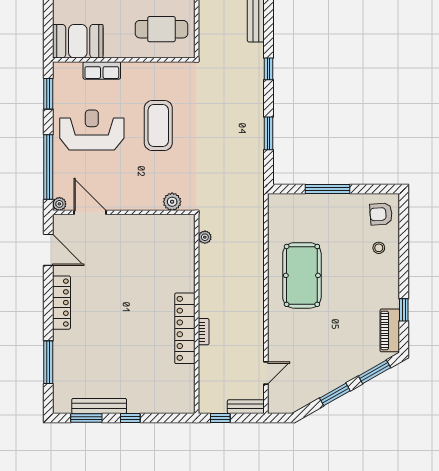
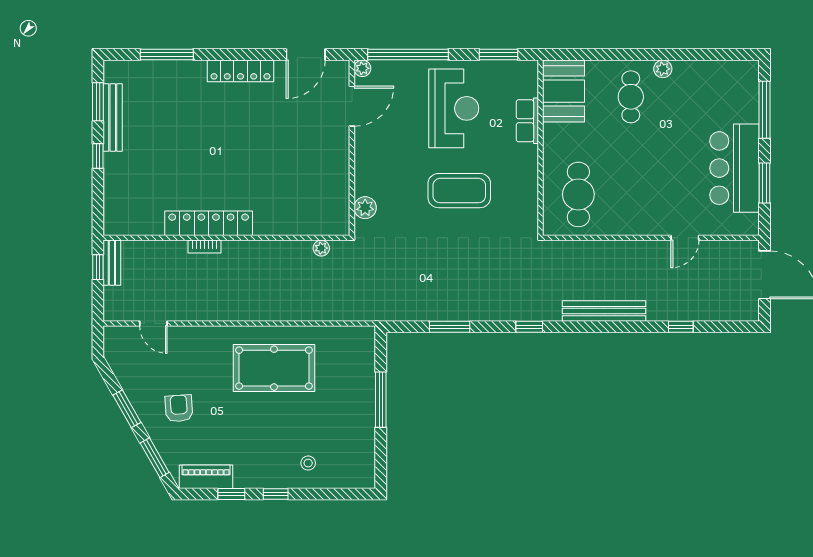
armchair: (381, 214) -> (179, 408), moved
window: (404, 274) -> (276, 494), added
bench: (246, 407) -> (112, 263), moved

